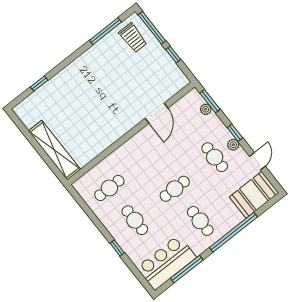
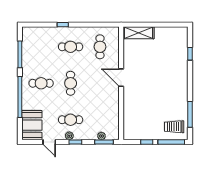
door: (156, 113) -> (121, 78), moved
shelving: (54, 150) -> (139, 33), width x0.68
bar counter: (167, 262) -> (33, 46), removed

